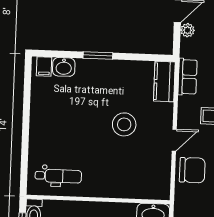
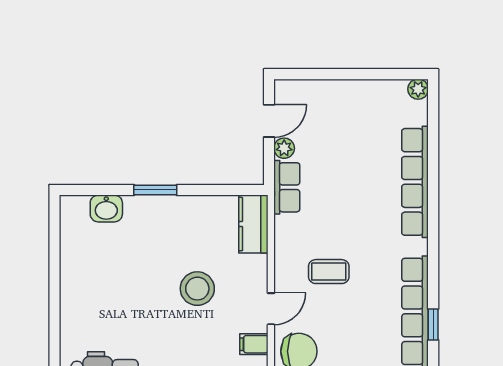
filing cabinet: (44, 67) -> (254, 344), moved, turned 90
row of seats: (188, 77) -> (287, 187), moved

